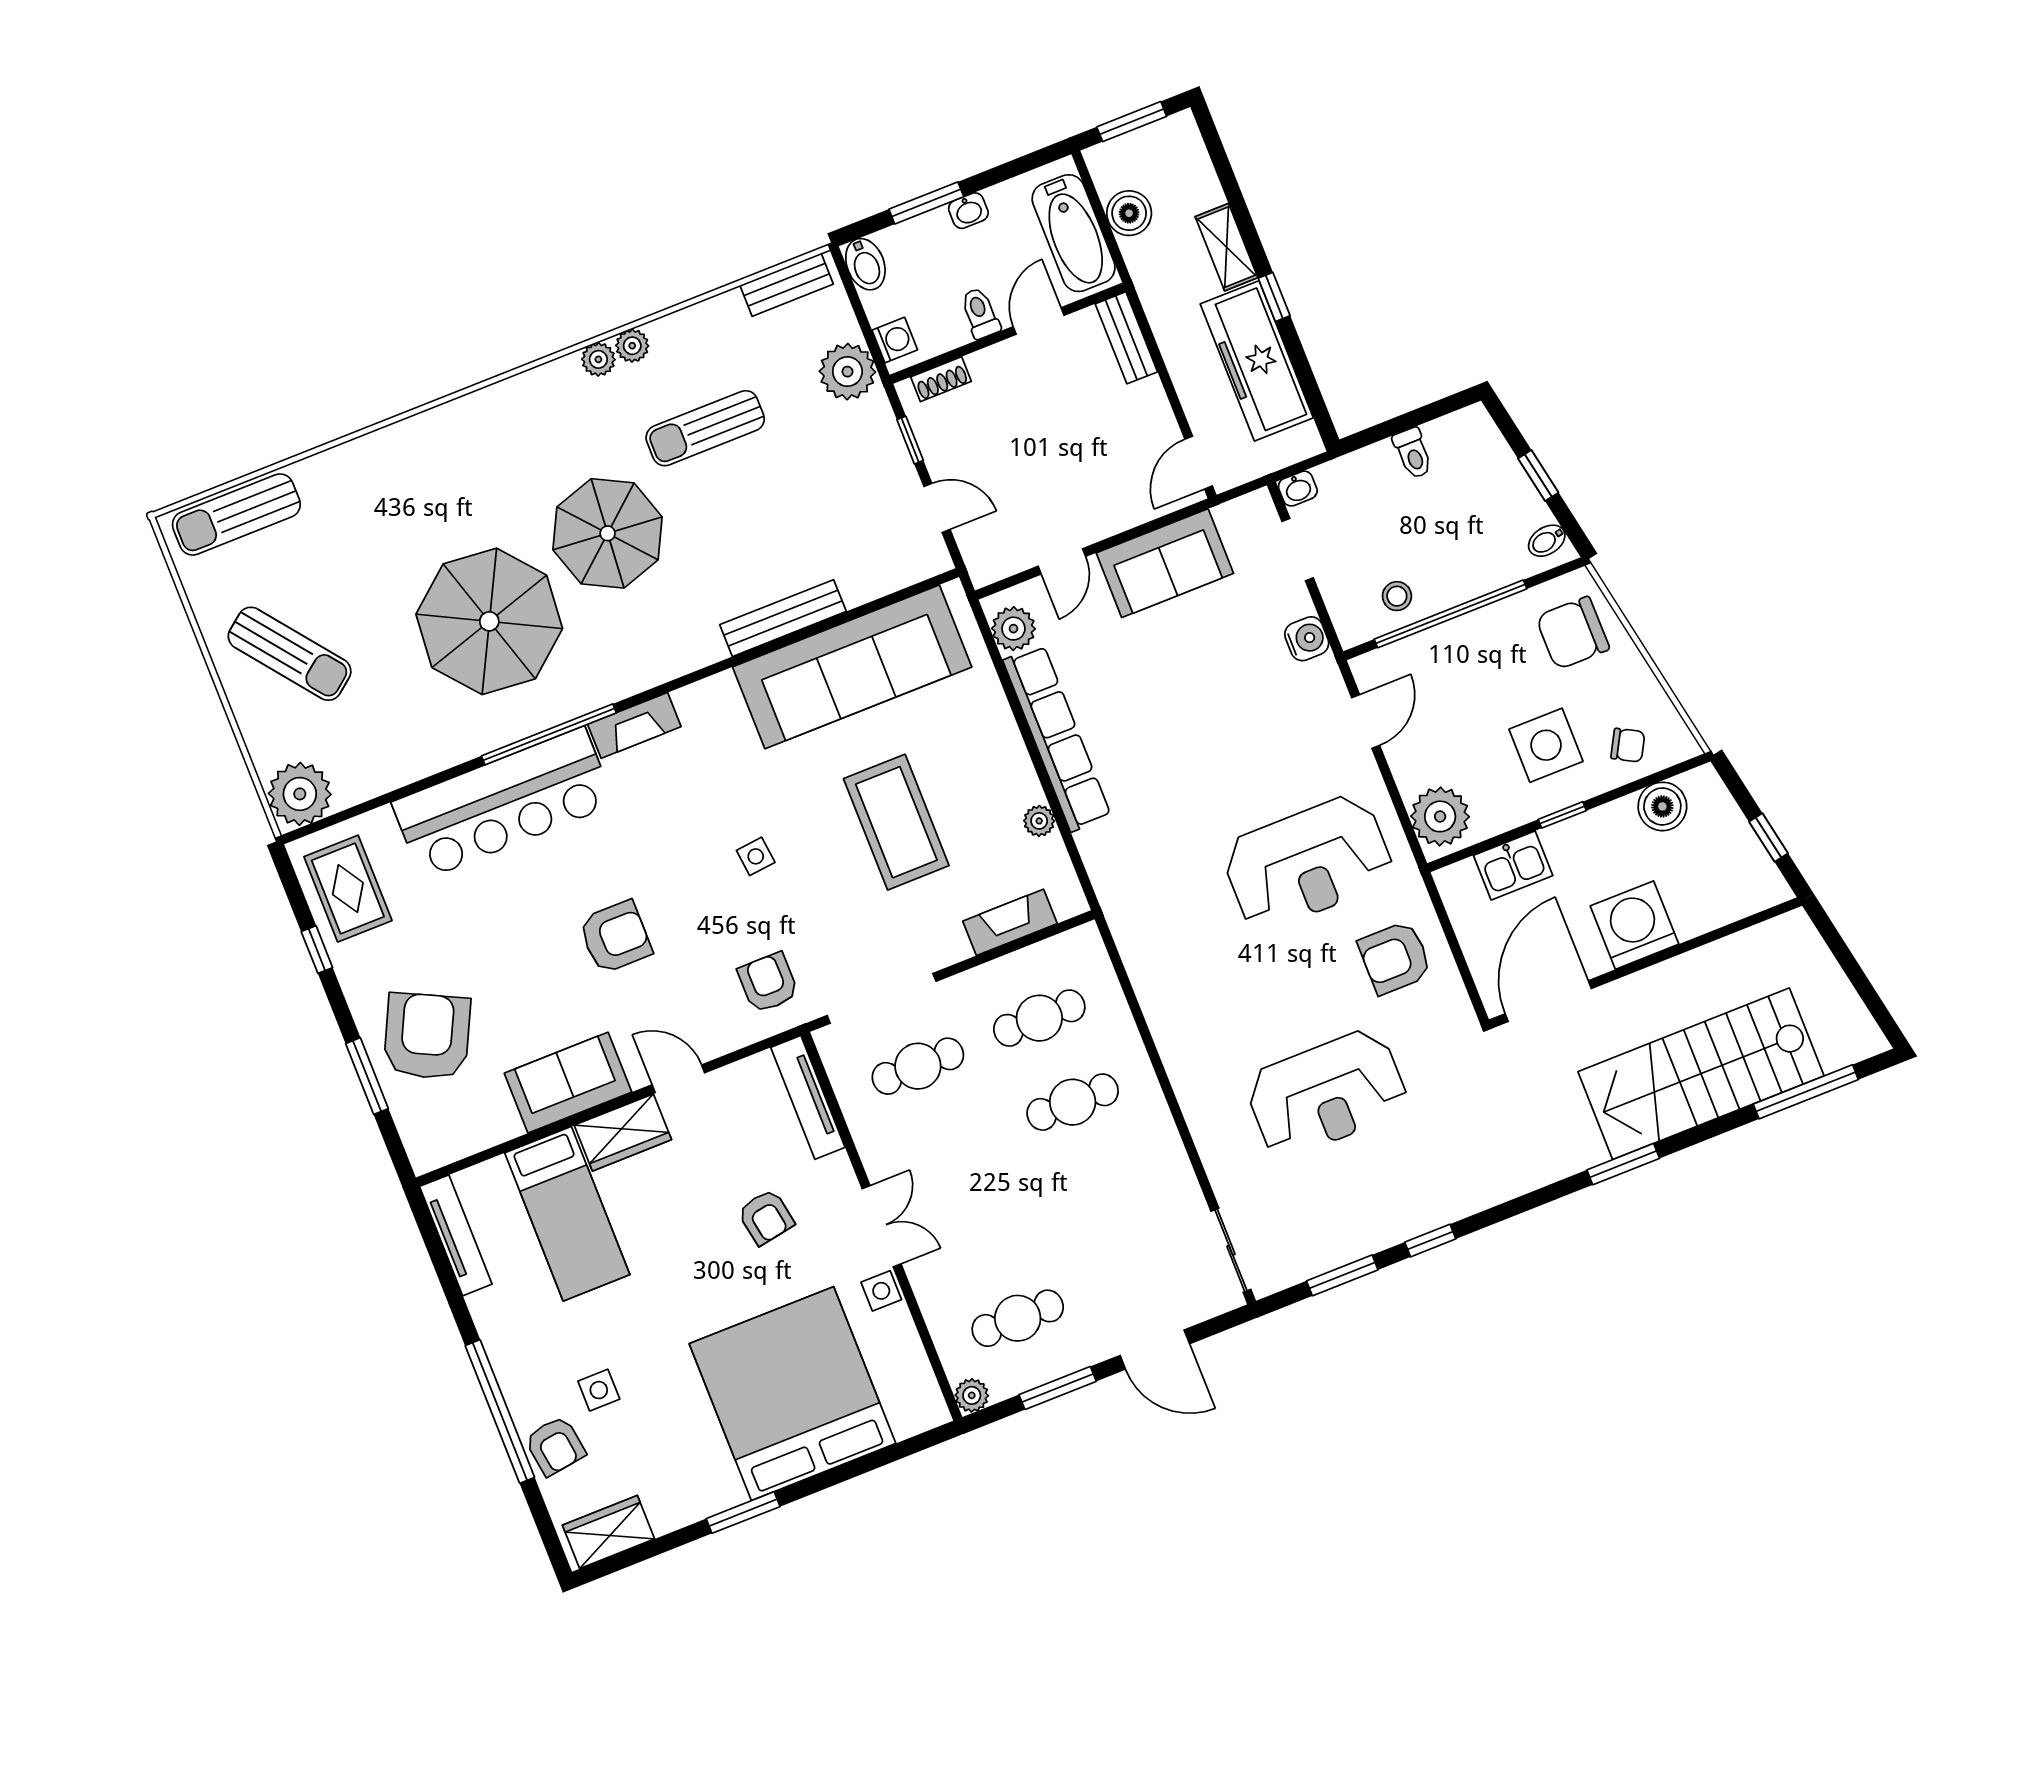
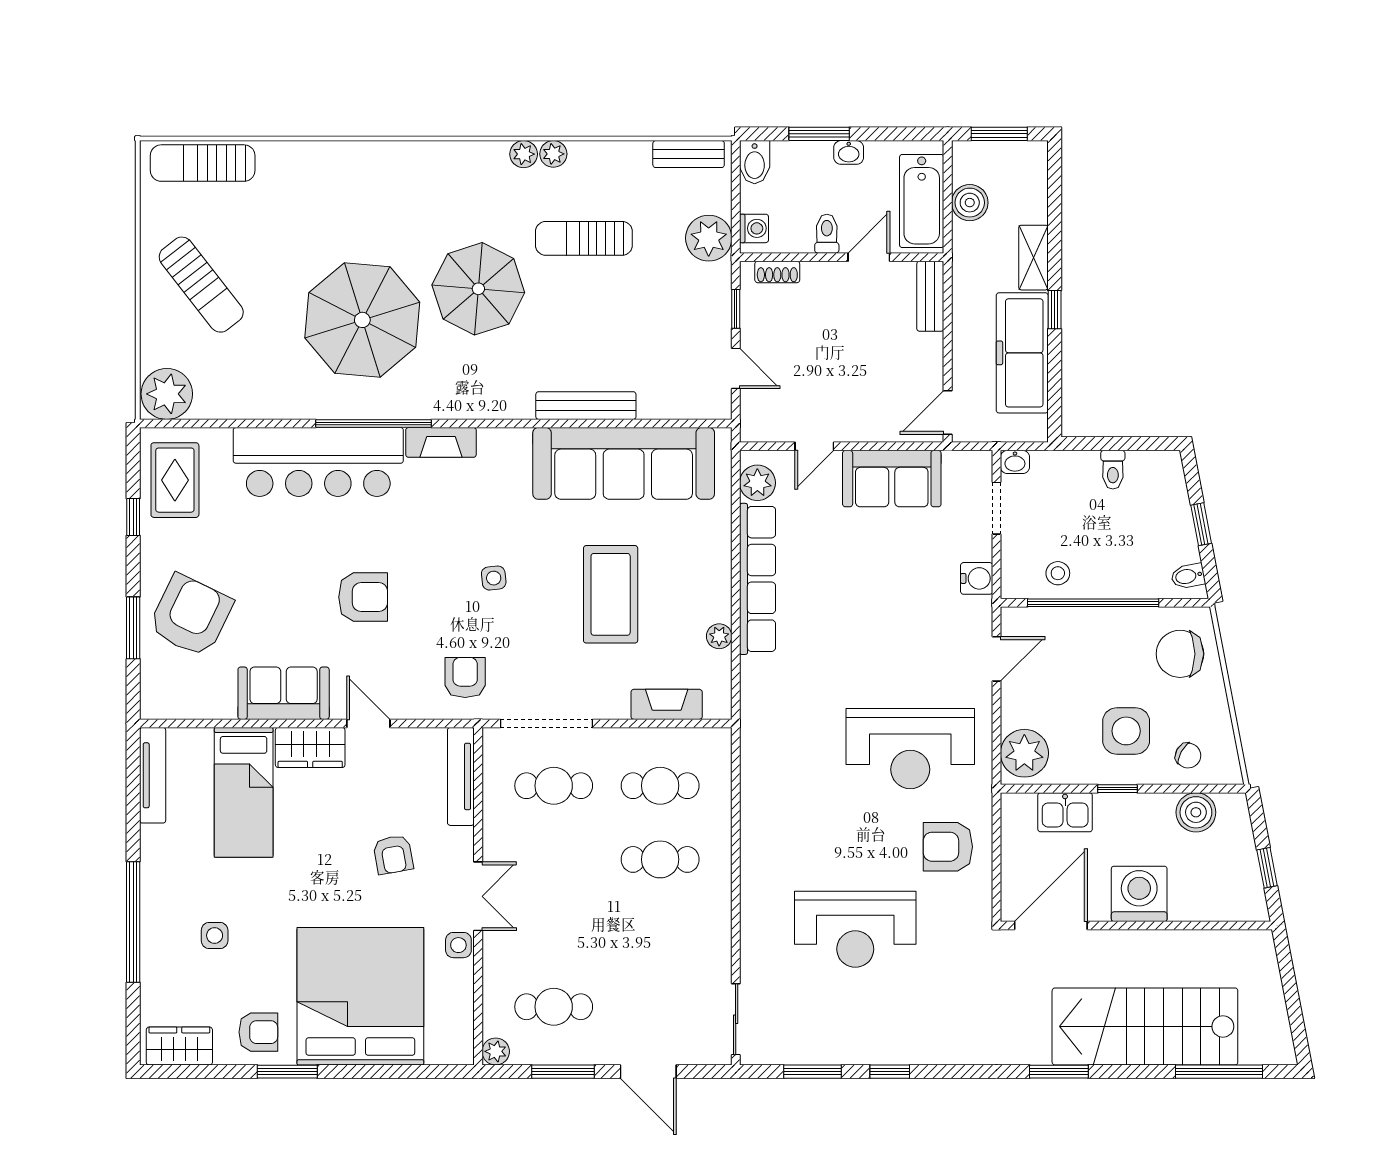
armchair: (555, 1446) -> (258, 1032), moved, turned -82

